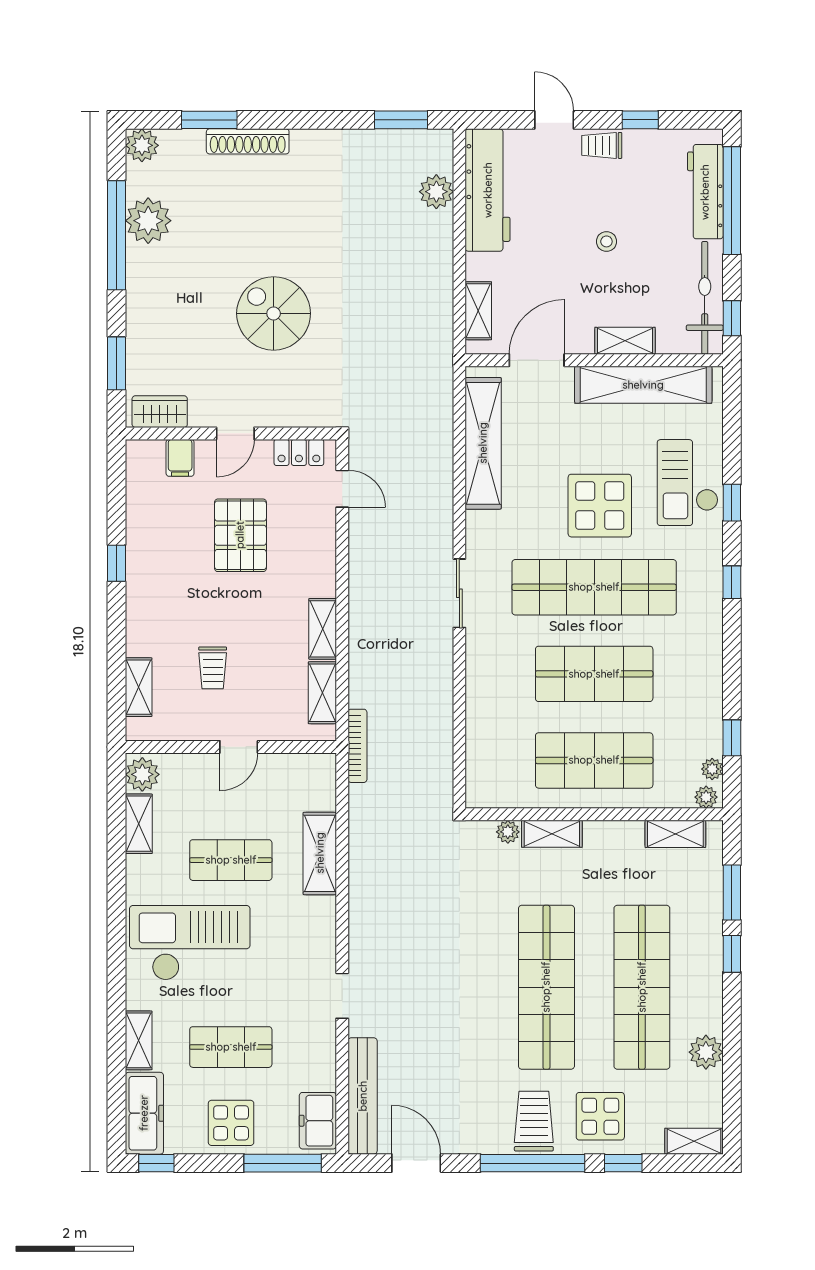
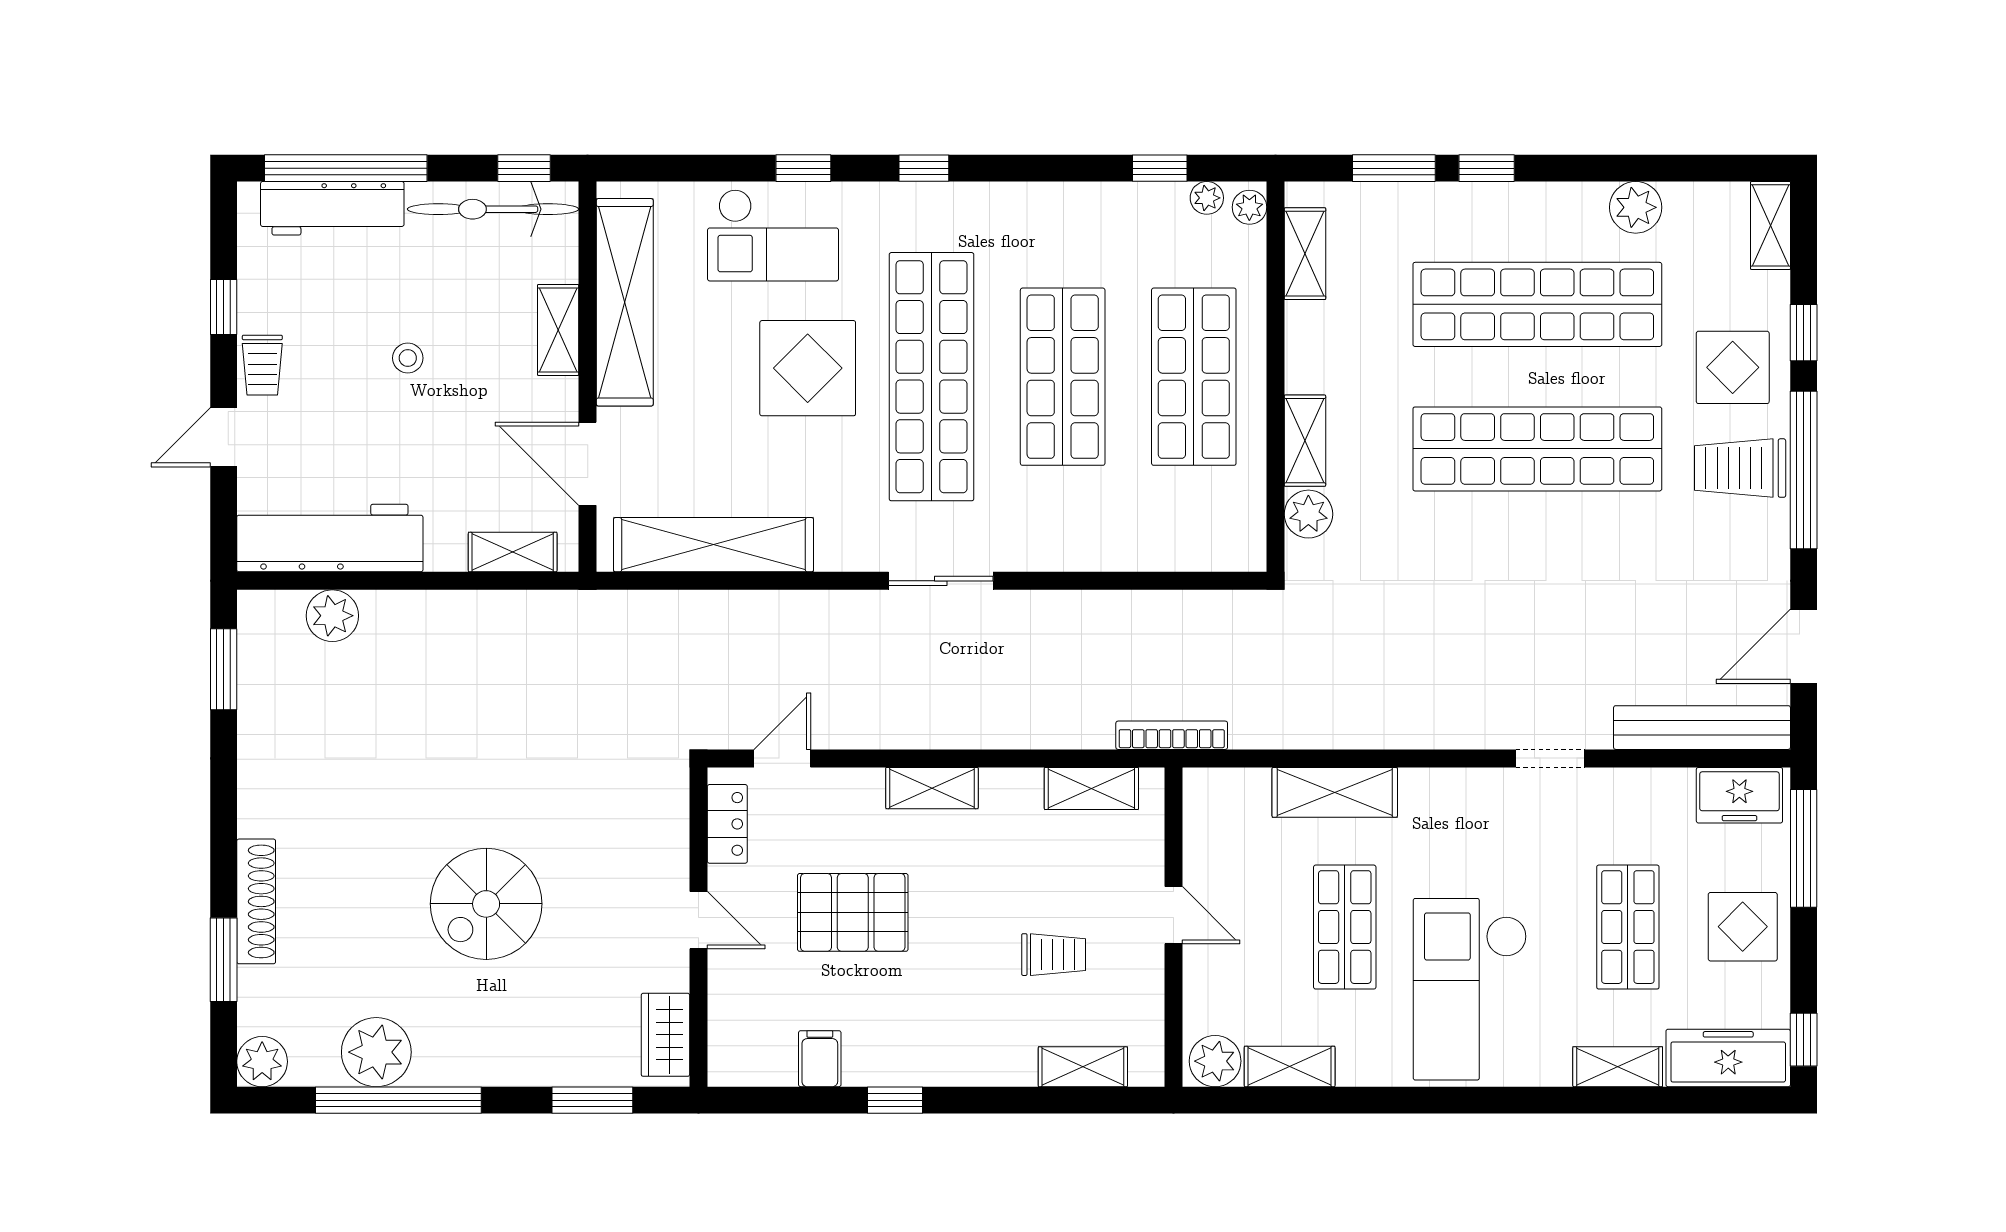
spiral stairs: (274, 313) -> (486, 904), moved
filing cabinet: (180, 458) -> (820, 1059), moved, turned -90
shelving: (323, 629) -> (932, 788), moved
plant: (508, 832) -> (1308, 514), width x1.38, depth x1.38

